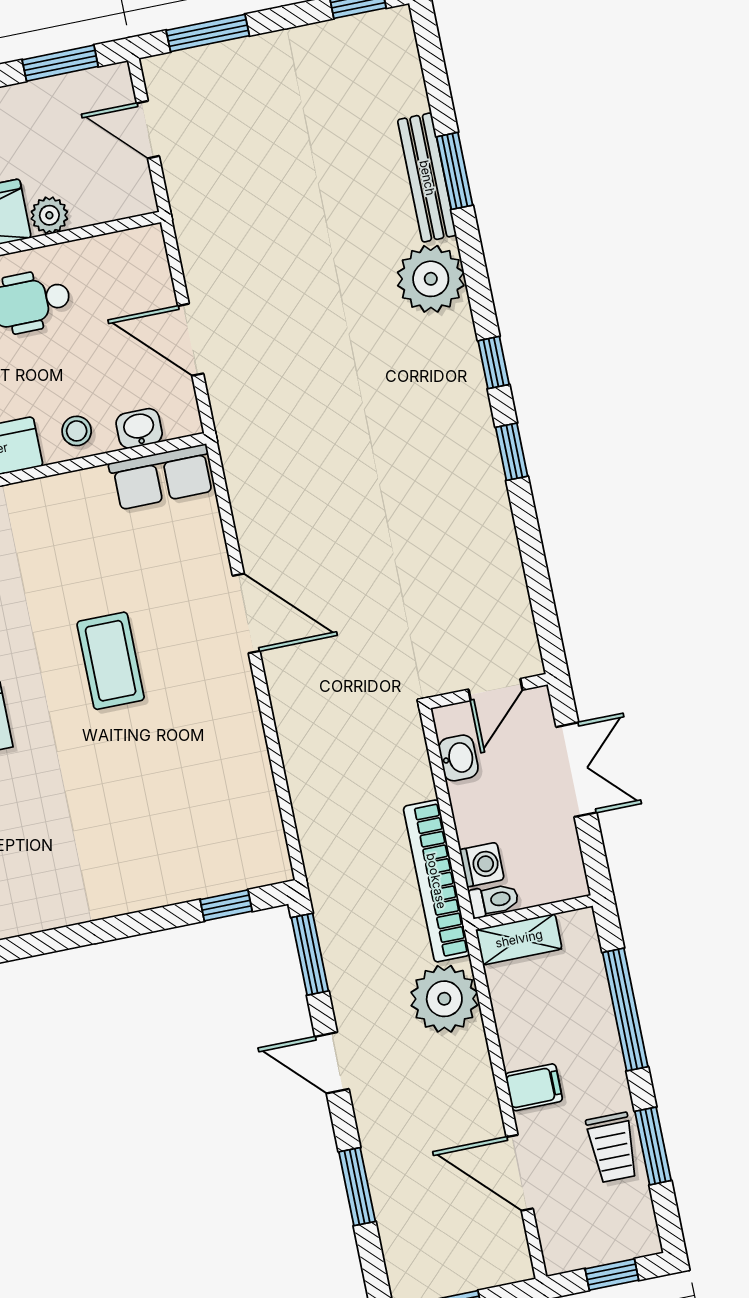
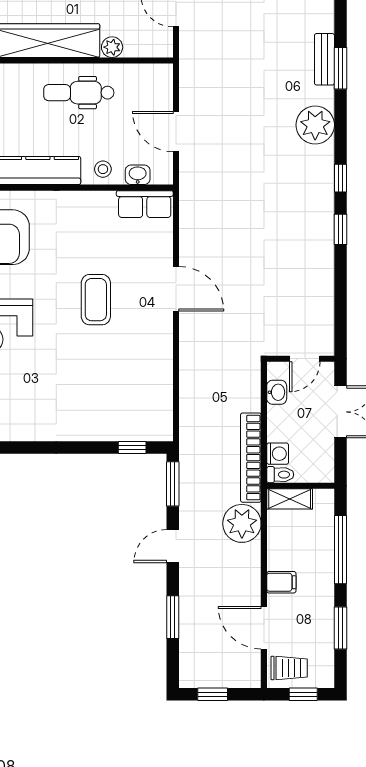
bench: (427, 178) -> (324, 59), width x0.73
door: (332, 1063) -> (173, 546), hinge flipped
trolley: (612, 1148) -> (289, 668), moved, turned -90

